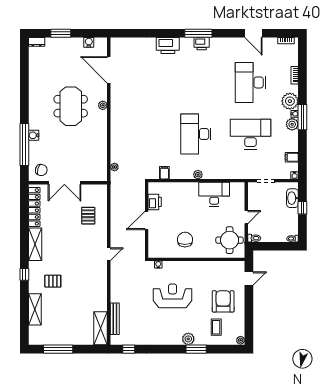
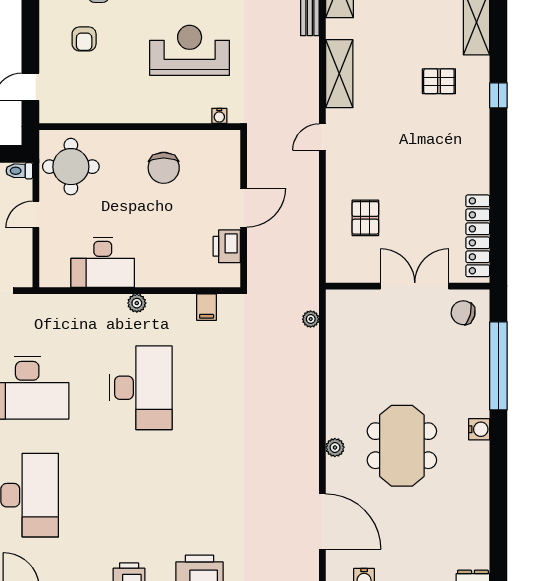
water cooler: (34, 135) -> (479, 429), moved
shelving: (35, 244) -> (339, 74), moved
reception desk: (173, 296) -> (190, 50), turned 180
armchair: (223, 301) -> (84, 39), width x0.53, depth x0.53

